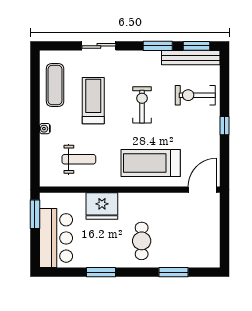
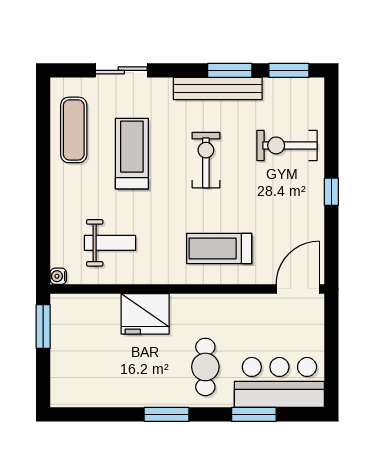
sliding door: (99, 46) -> (121, 70), moved
bench: (191, 58) -> (218, 88), moved
water cooler: (45, 129) -> (58, 276), moved
treadmill: (151, 163) -> (219, 248), width x0.73, depth x0.73
bar counter: (56, 238) -> (279, 382), moved, turned -90
window: (101, 272) -> (167, 414), moved

